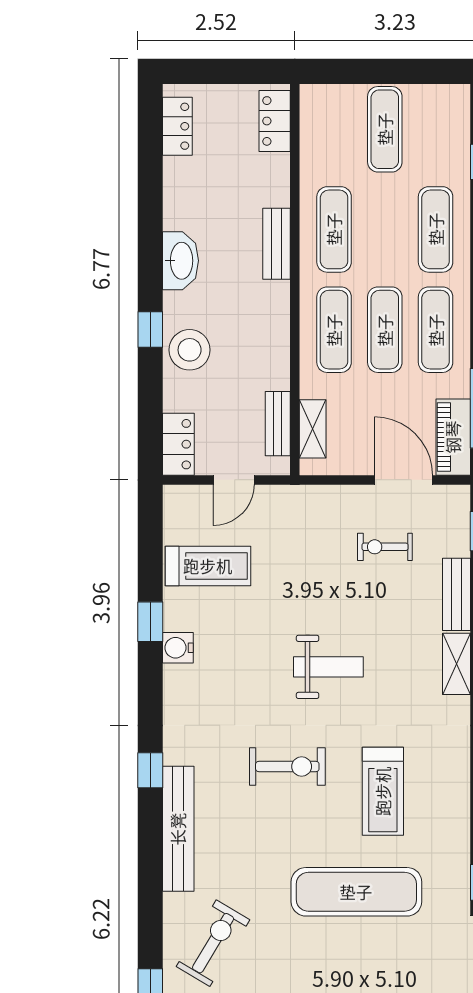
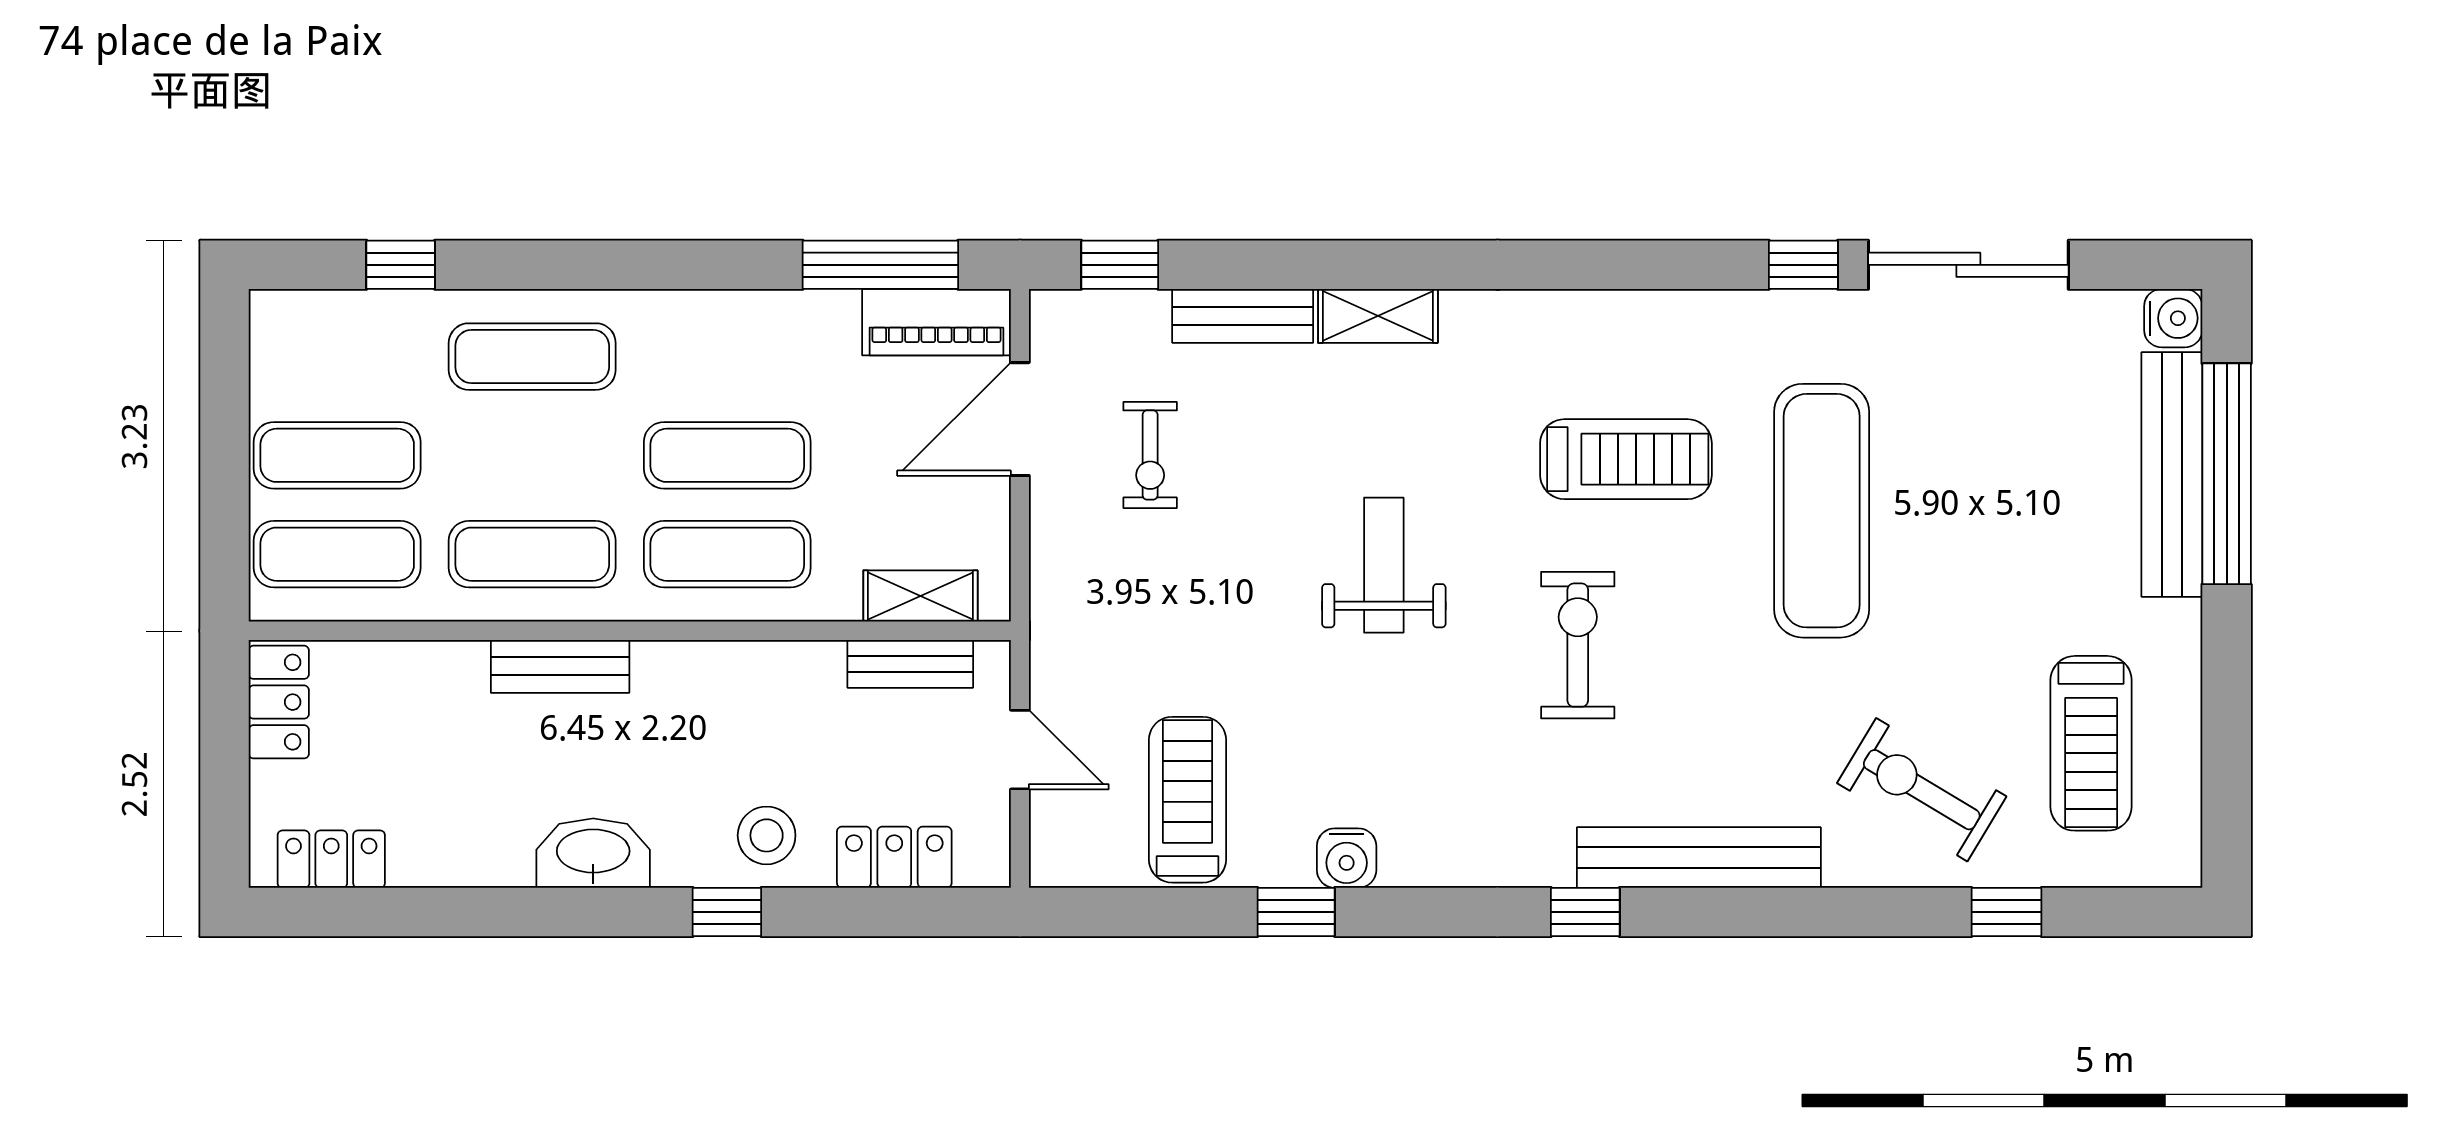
locker: (275, 121) -> (279, 702), moved, turned -90
exercise mat: (436, 330) -> (337, 554), moved
stool: (190, 350) -> (767, 835), width x0.73, depth x0.73
locker: (178, 444) -> (894, 857), moved

